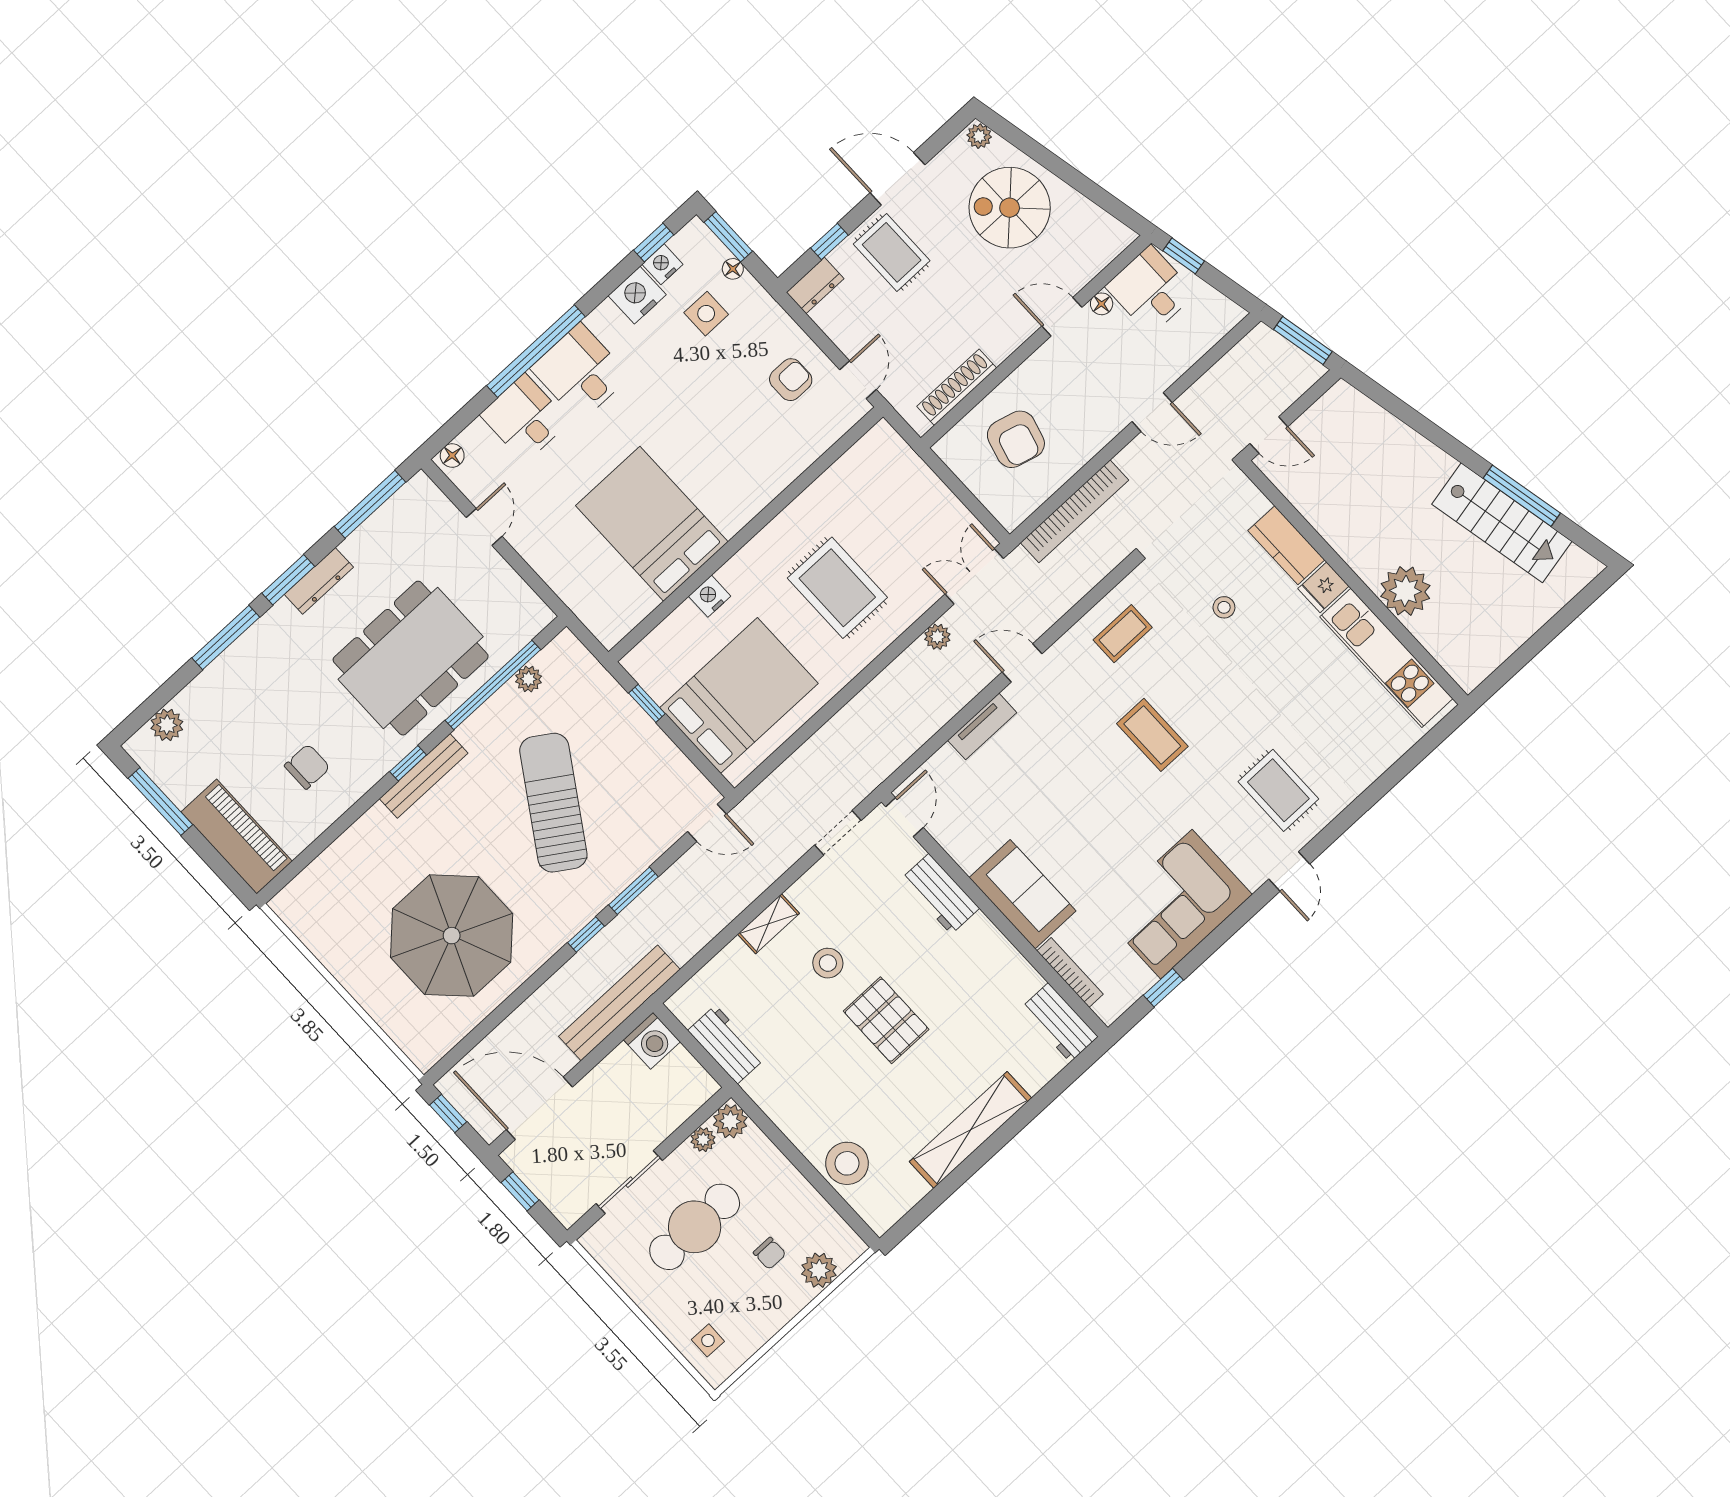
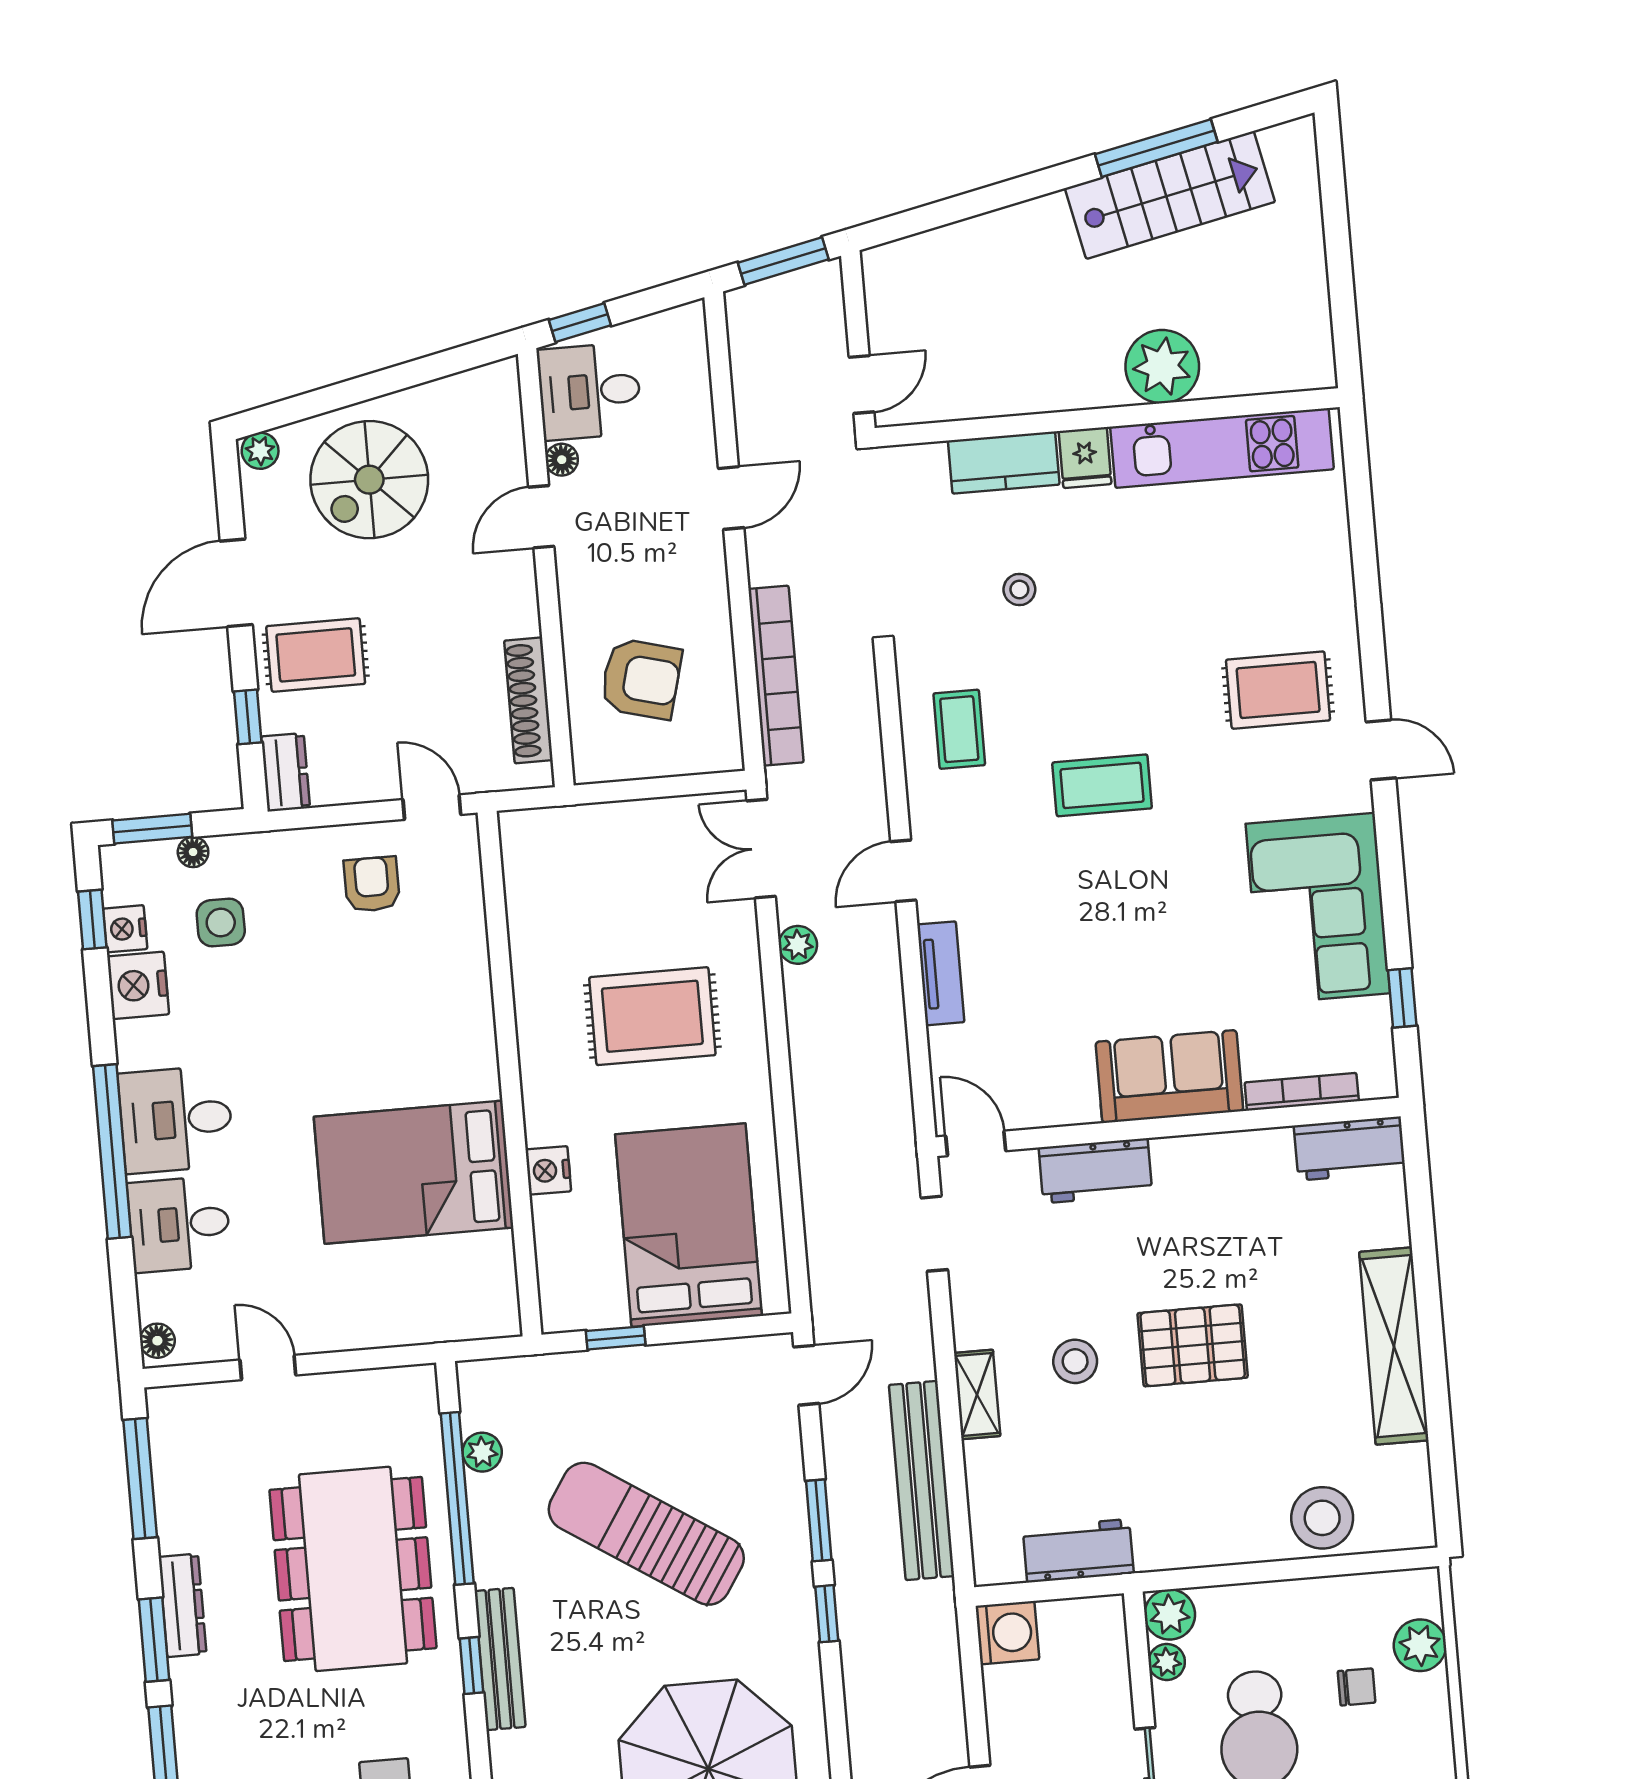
bench: (619, 1003) -> (922, 1480), moved

